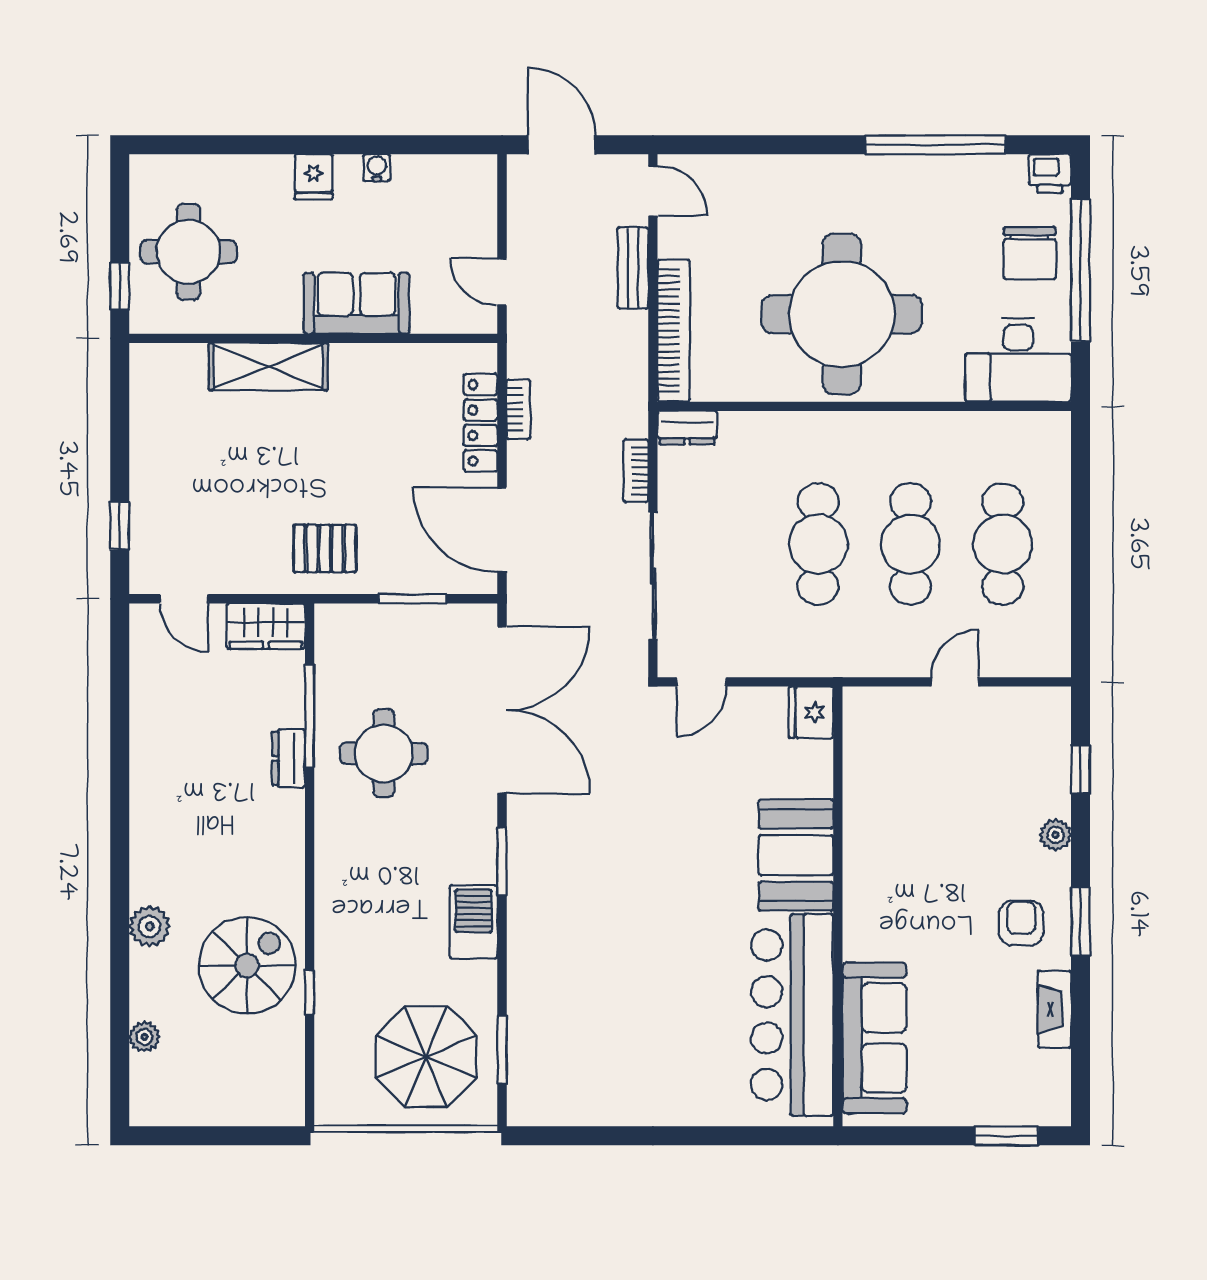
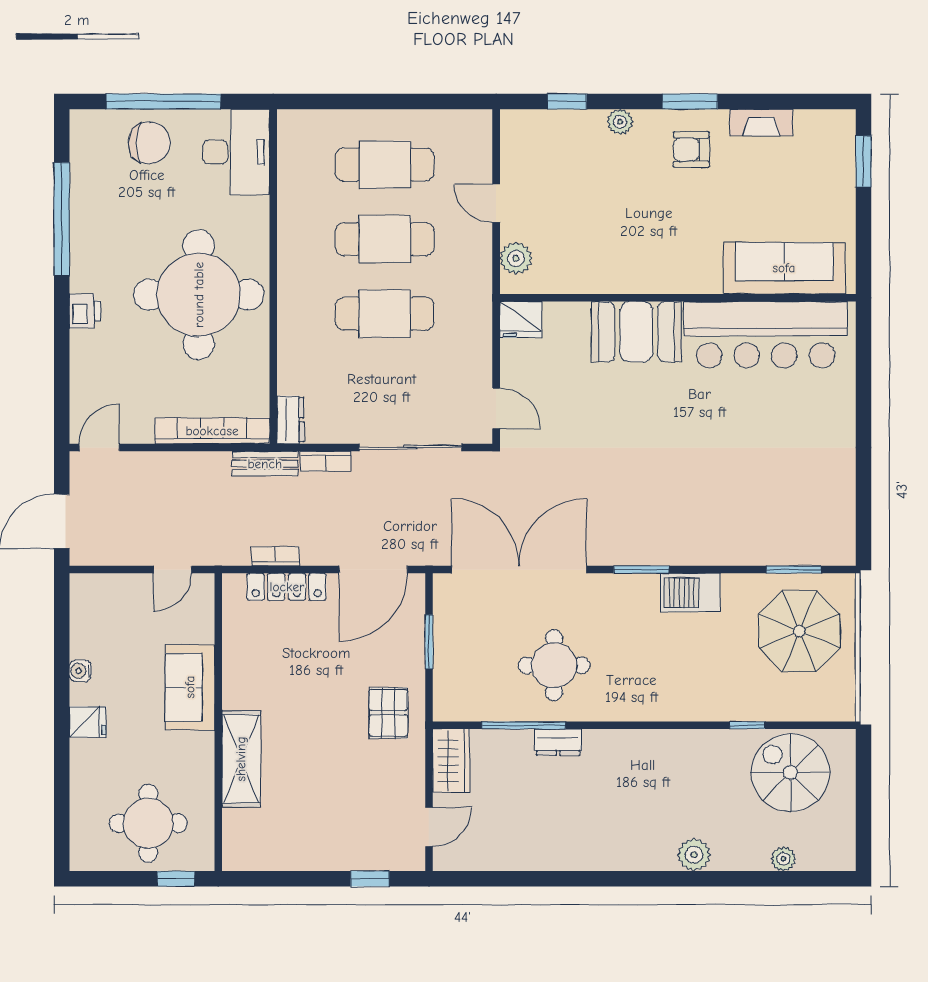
printer: (1050, 173) -> (85, 311), moved
bench: (633, 268) -> (265, 464), moved
plant: (887, 706) -> (516, 258), added
spiral stairs: (247, 966) -> (790, 773), moved

